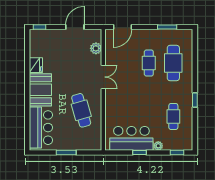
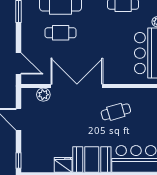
double door: (103, 77) -> (77, 86), width x1.87
cafe table: (81, 110) -> (116, 112), width x0.73, depth x0.74

